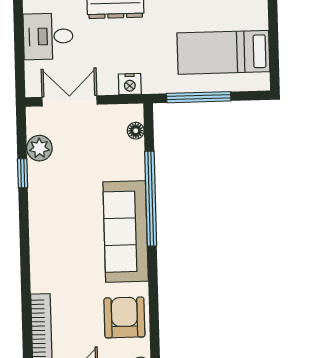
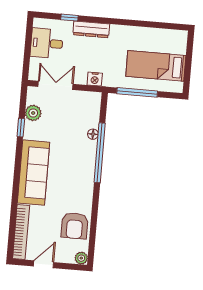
floor lamp: (136, 131) -> (93, 134), moved
sofa: (126, 232) -> (34, 173), moved, turned 180
armchair: (124, 317) -> (75, 226), turned 180

